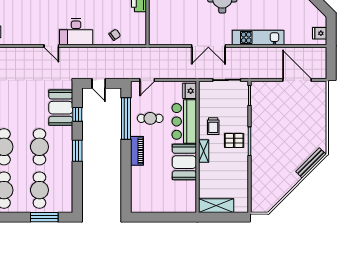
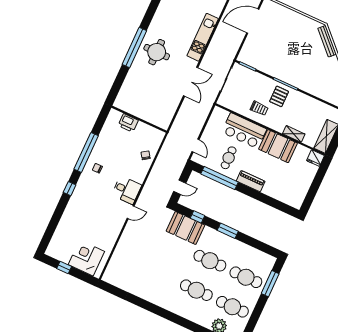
desk: (76, 32) -> (127, 190), width x0.73
fridge: (190, 91) -> (315, 158), moved
shelving: (204, 151) -> (294, 134), moved

